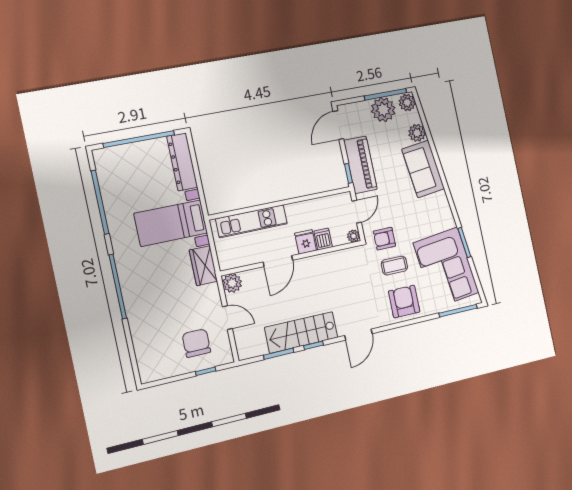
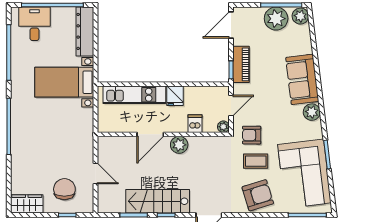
plant: (417, 133) -> (312, 112), moved
desk: (123, 164) -> (34, 24), added
piano: (360, 165) -> (241, 64), width x0.73, depth x0.75
fridge: (306, 242) -> (175, 96), moved, turned 180
wardrobe: (203, 266) -> (27, 204), moved, turned 90
plant: (232, 283) -> (179, 145), moved
armchair: (404, 302) -> (258, 195), turned 73

